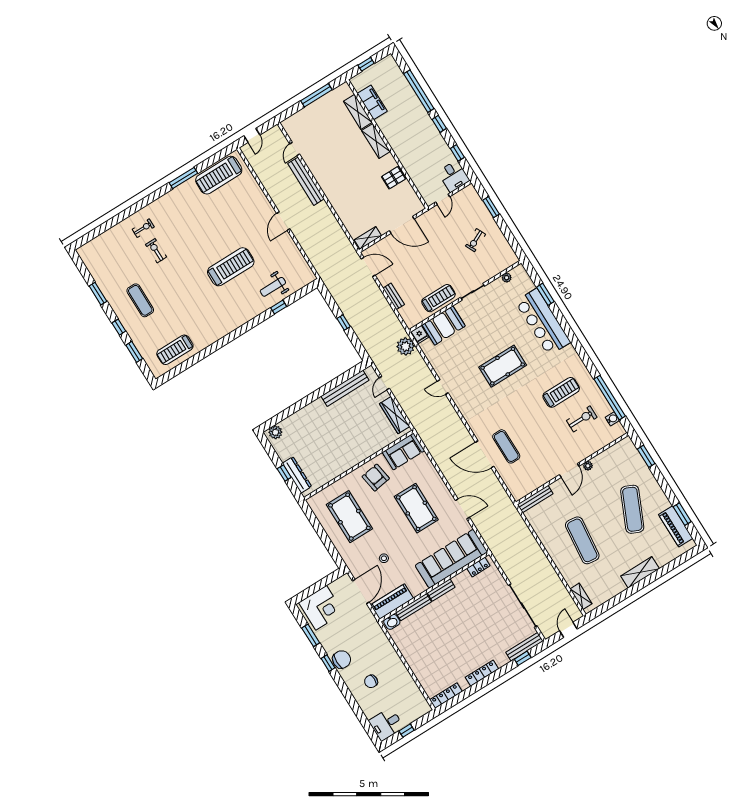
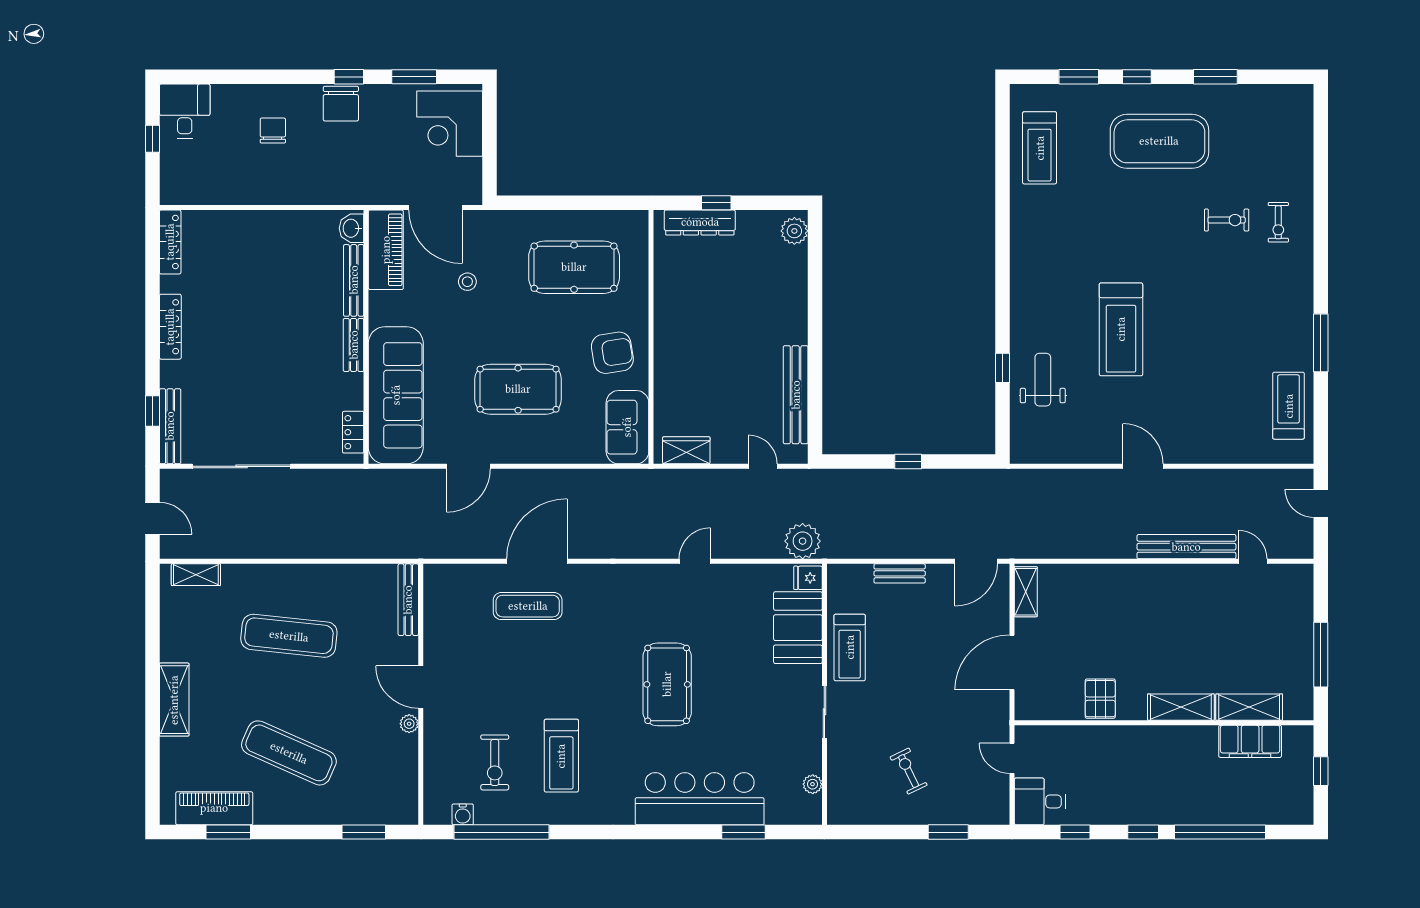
treadmill: (219, 175) -> (1289, 406), width x0.73, depth x0.73
exercise mat: (140, 300) -> (1159, 141), width x2.00, depth x1.45
treadmill: (175, 350) -> (1040, 148), turned 180
wardrobe: (395, 415) -> (686, 450), width x0.67

